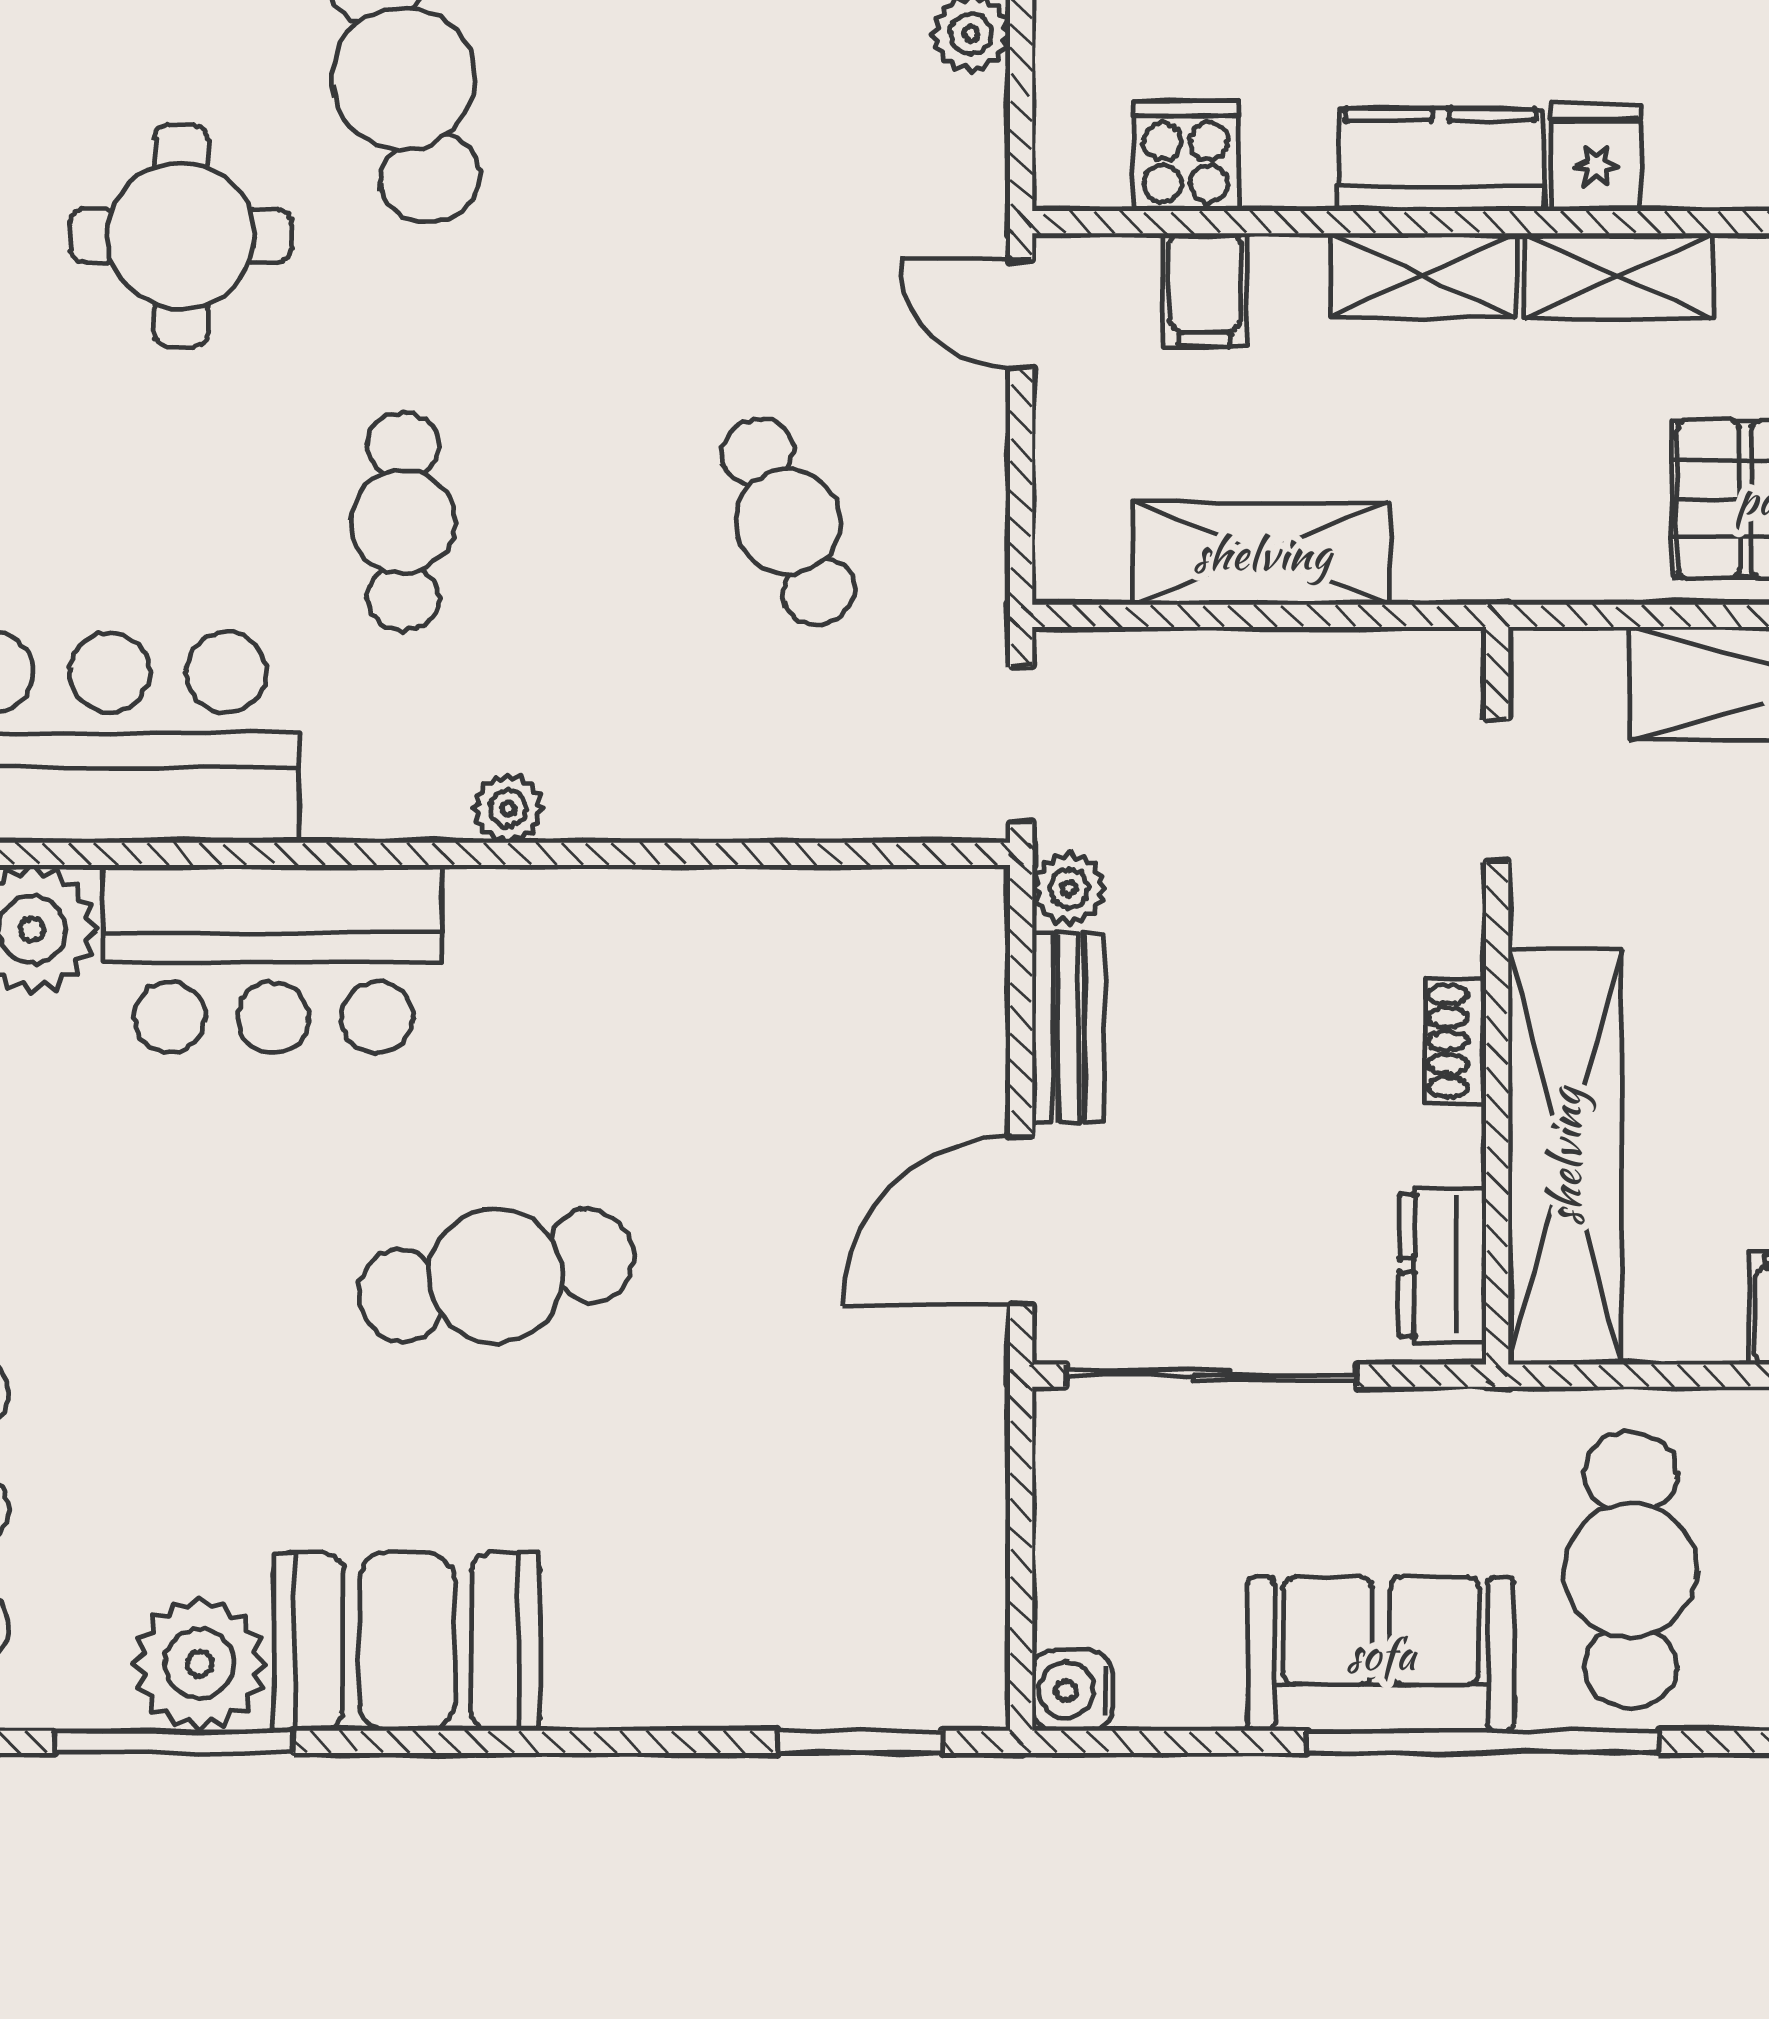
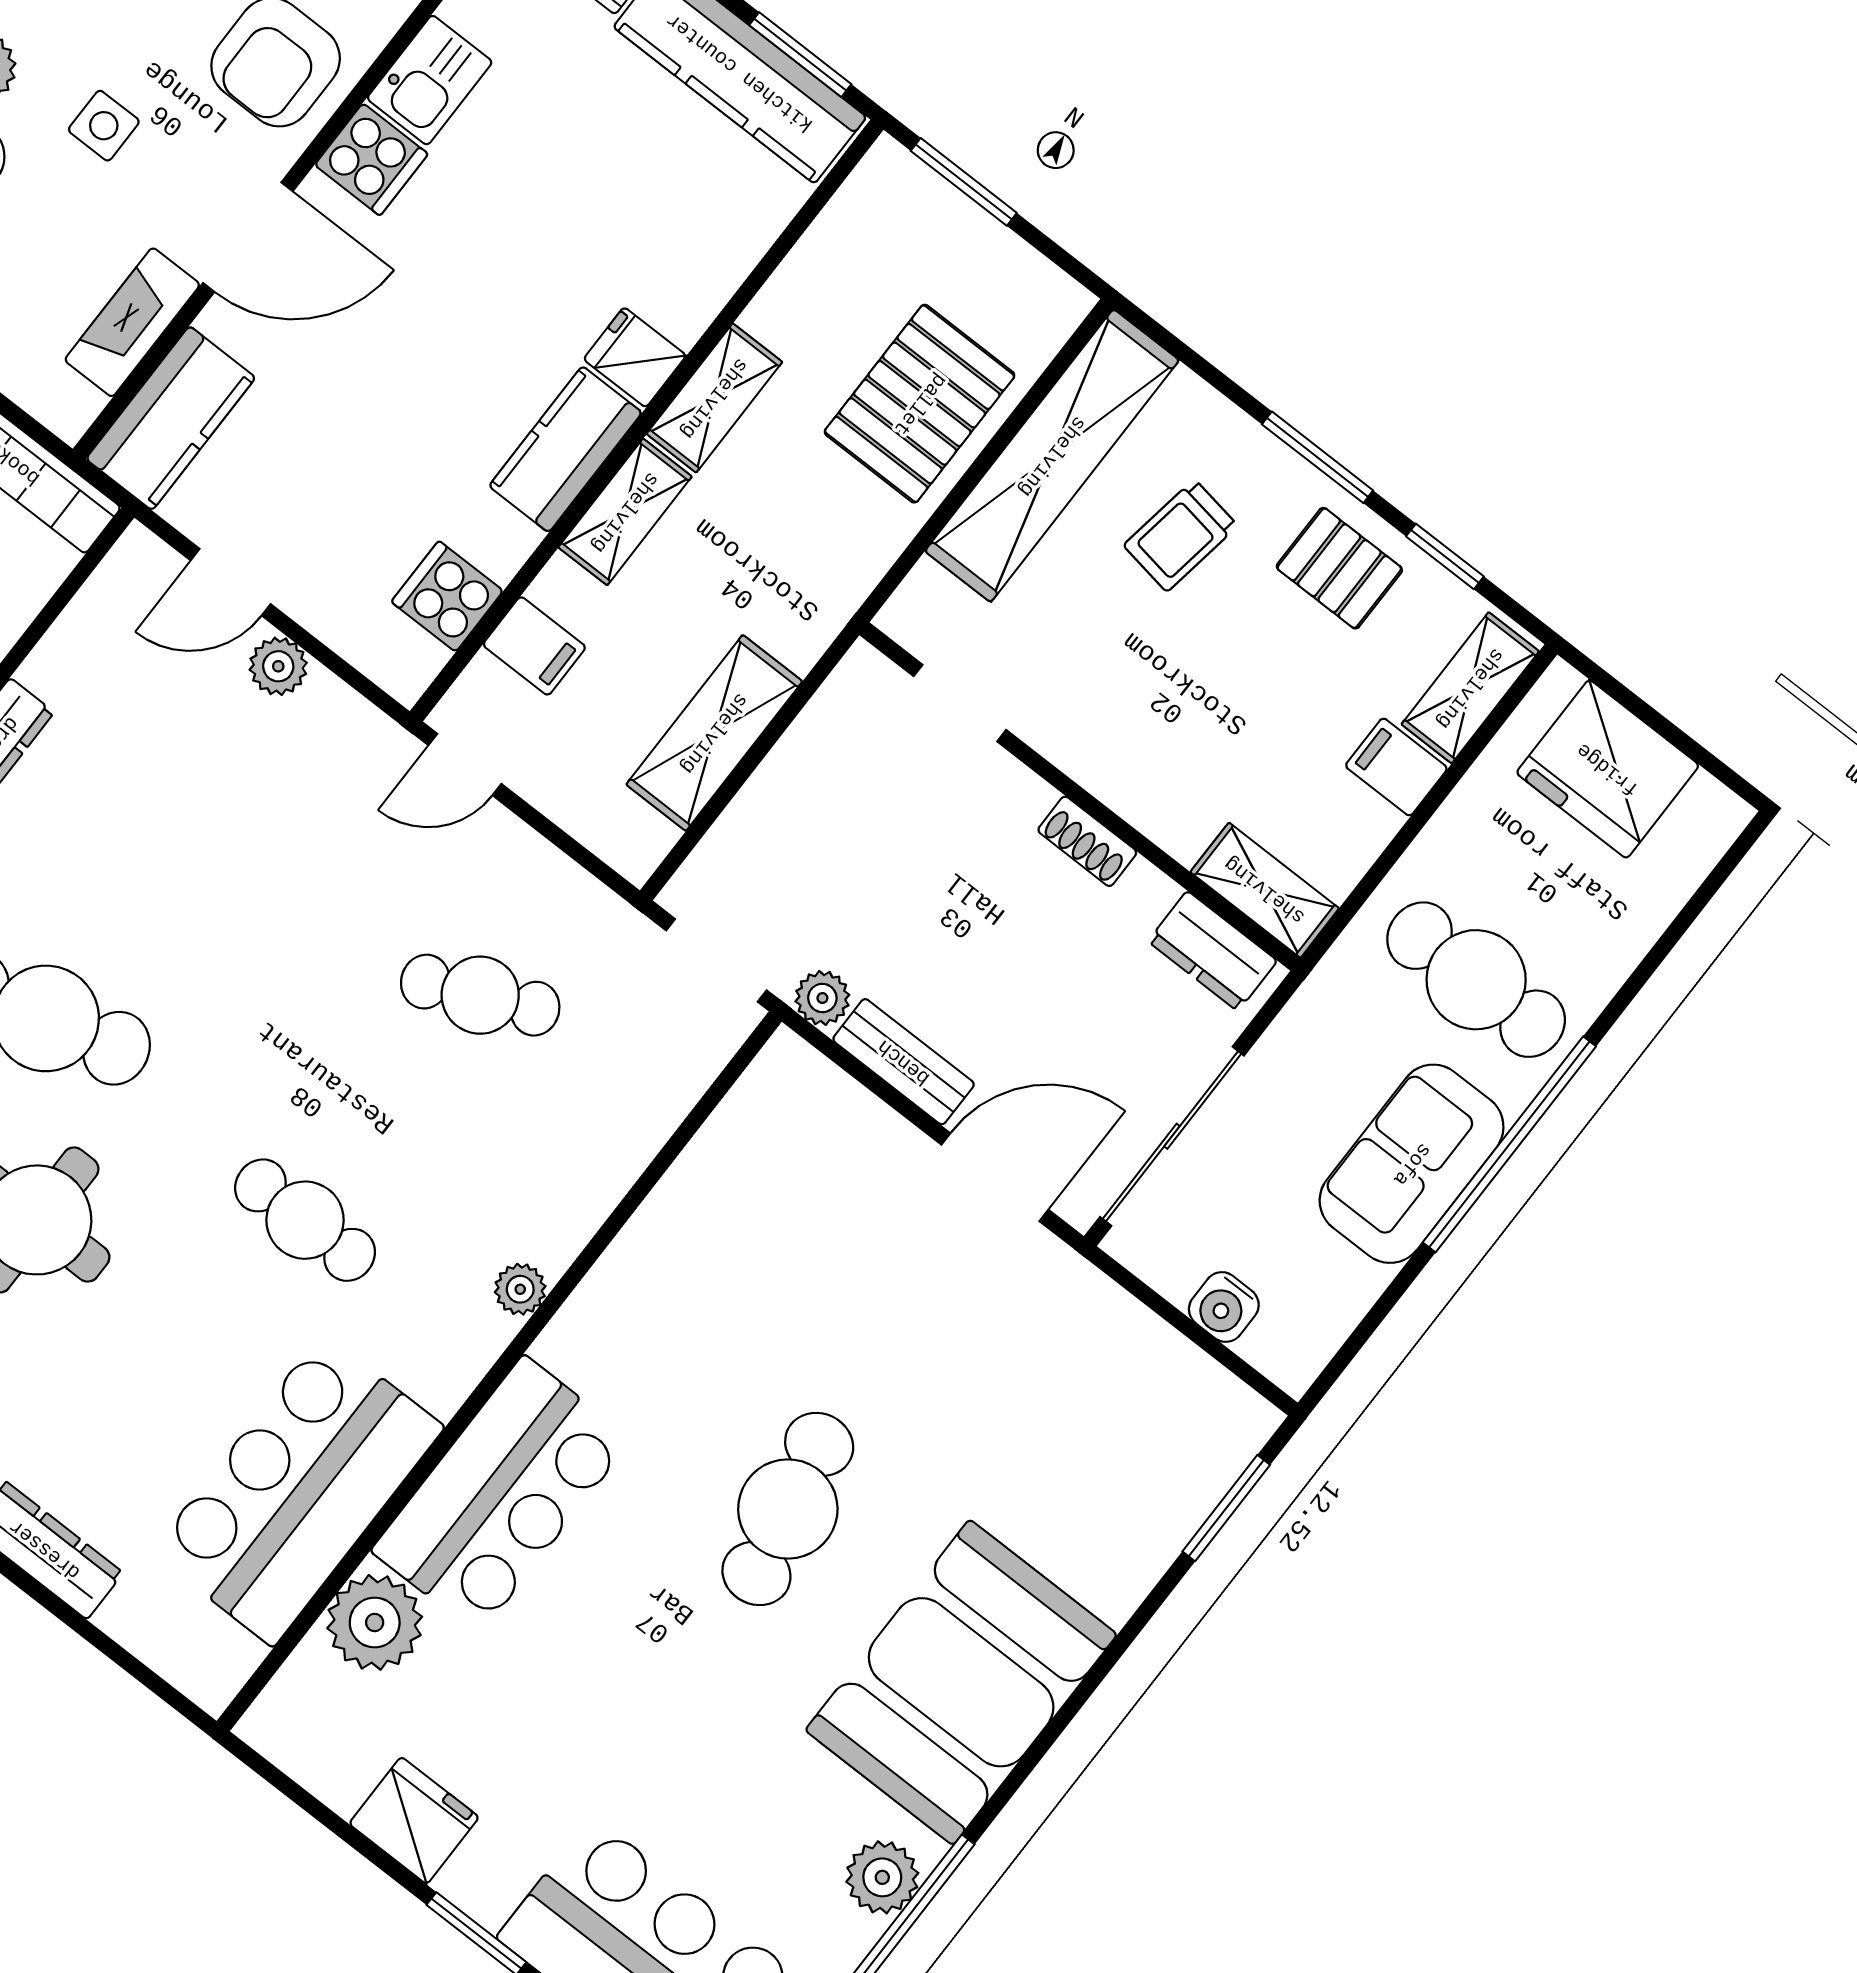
shelving: (1565, 1157) -> (1265, 890), width x0.45, depth x0.75
door: (1021, 1221) -> (995, 1177), swing flipped
booth: (407, 1642) -> (961, 1682), width x1.36, depth x1.42
plant: (200, 1664) -> (882, 1877), width x0.73, depth x0.73
water cooler: (1073, 1690) -> (1224, 1307), moved

